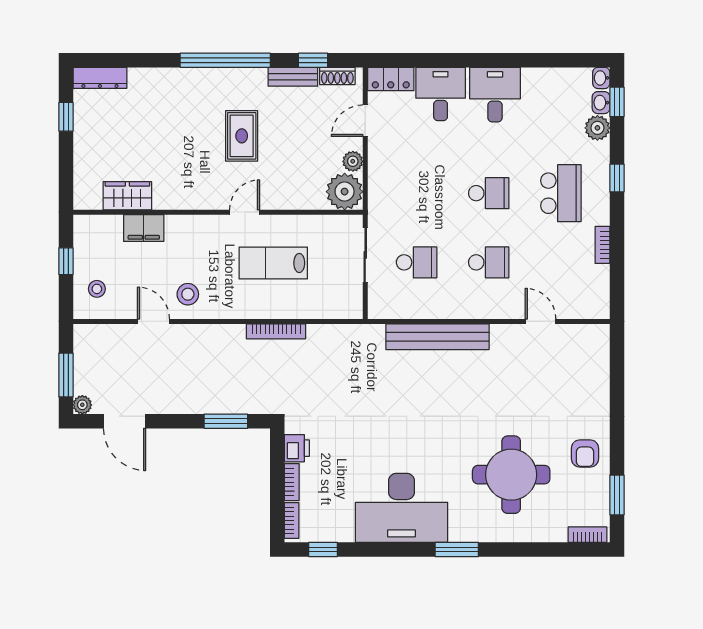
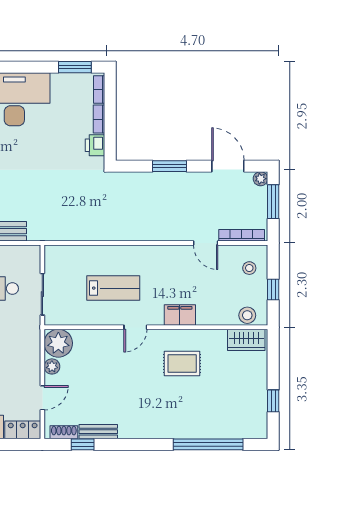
window: (225, 60) -> (208, 444), moved
dresser: (100, 78) -> (247, 431), removed
rug: (242, 136) -> (182, 363), moved, turned 90
wardrobe: (127, 196) -> (246, 340), moved
filing cabinet: (144, 228) -> (180, 315), moved
stool: (188, 294) -> (247, 315), moved
bookcase: (276, 331) -> (242, 235), moved
window: (226, 421) -> (169, 166), moved
window: (323, 549) -> (75, 67), width x1.50

